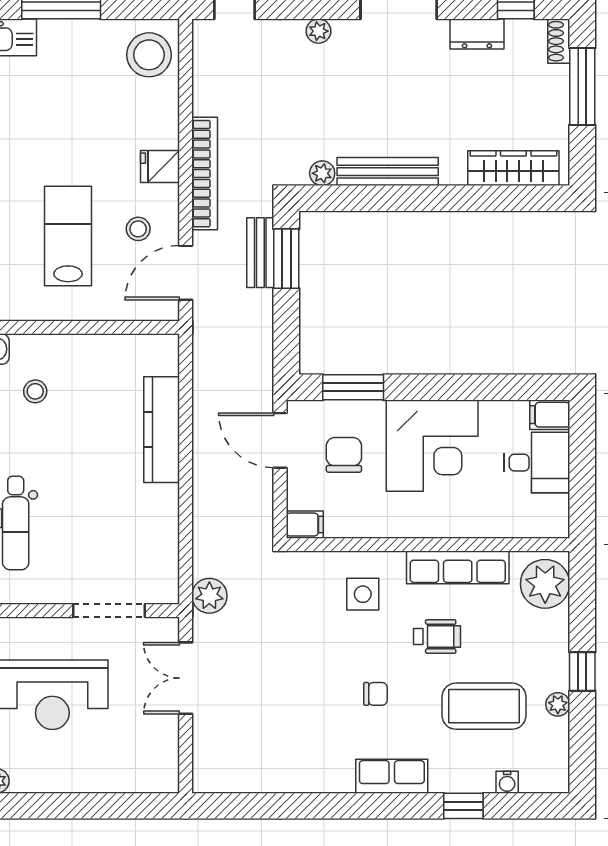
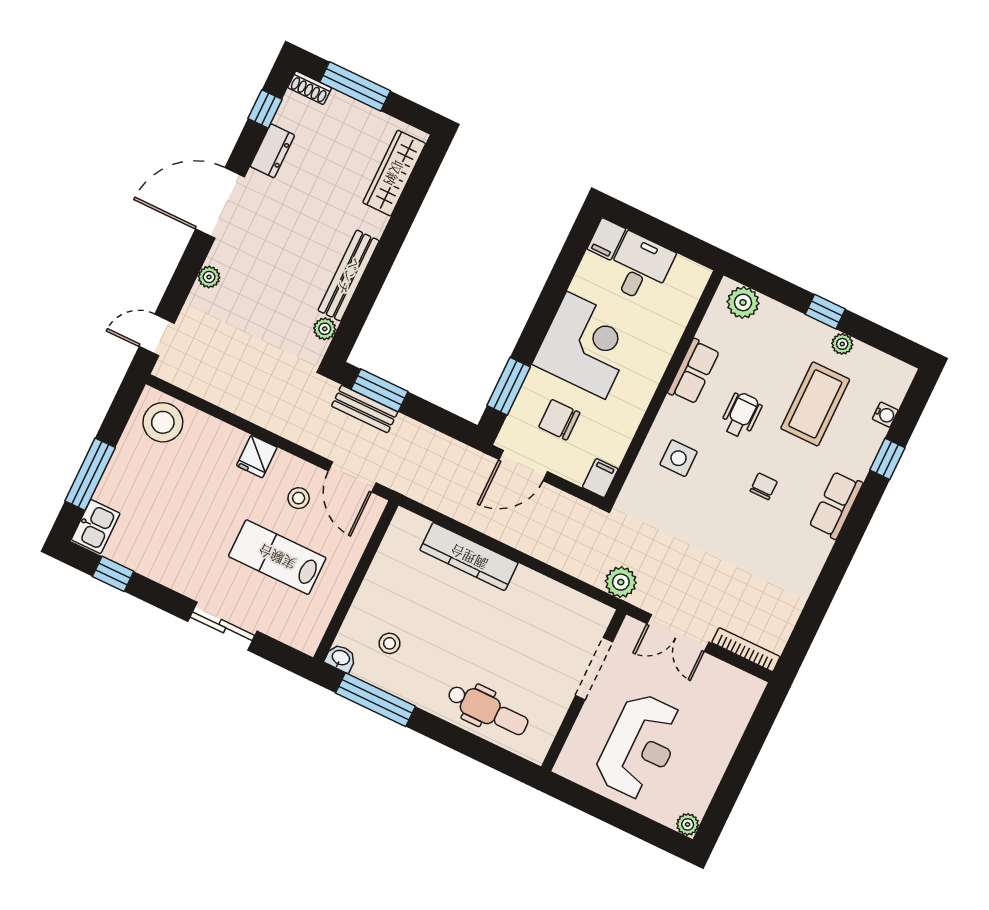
bookcase: (205, 174) -> (746, 650), moved, width x0.68, depth x0.76
row of seats: (458, 567) -> (694, 372), width x0.68
plant: (545, 584) -> (743, 302), width x0.73, depth x0.73

